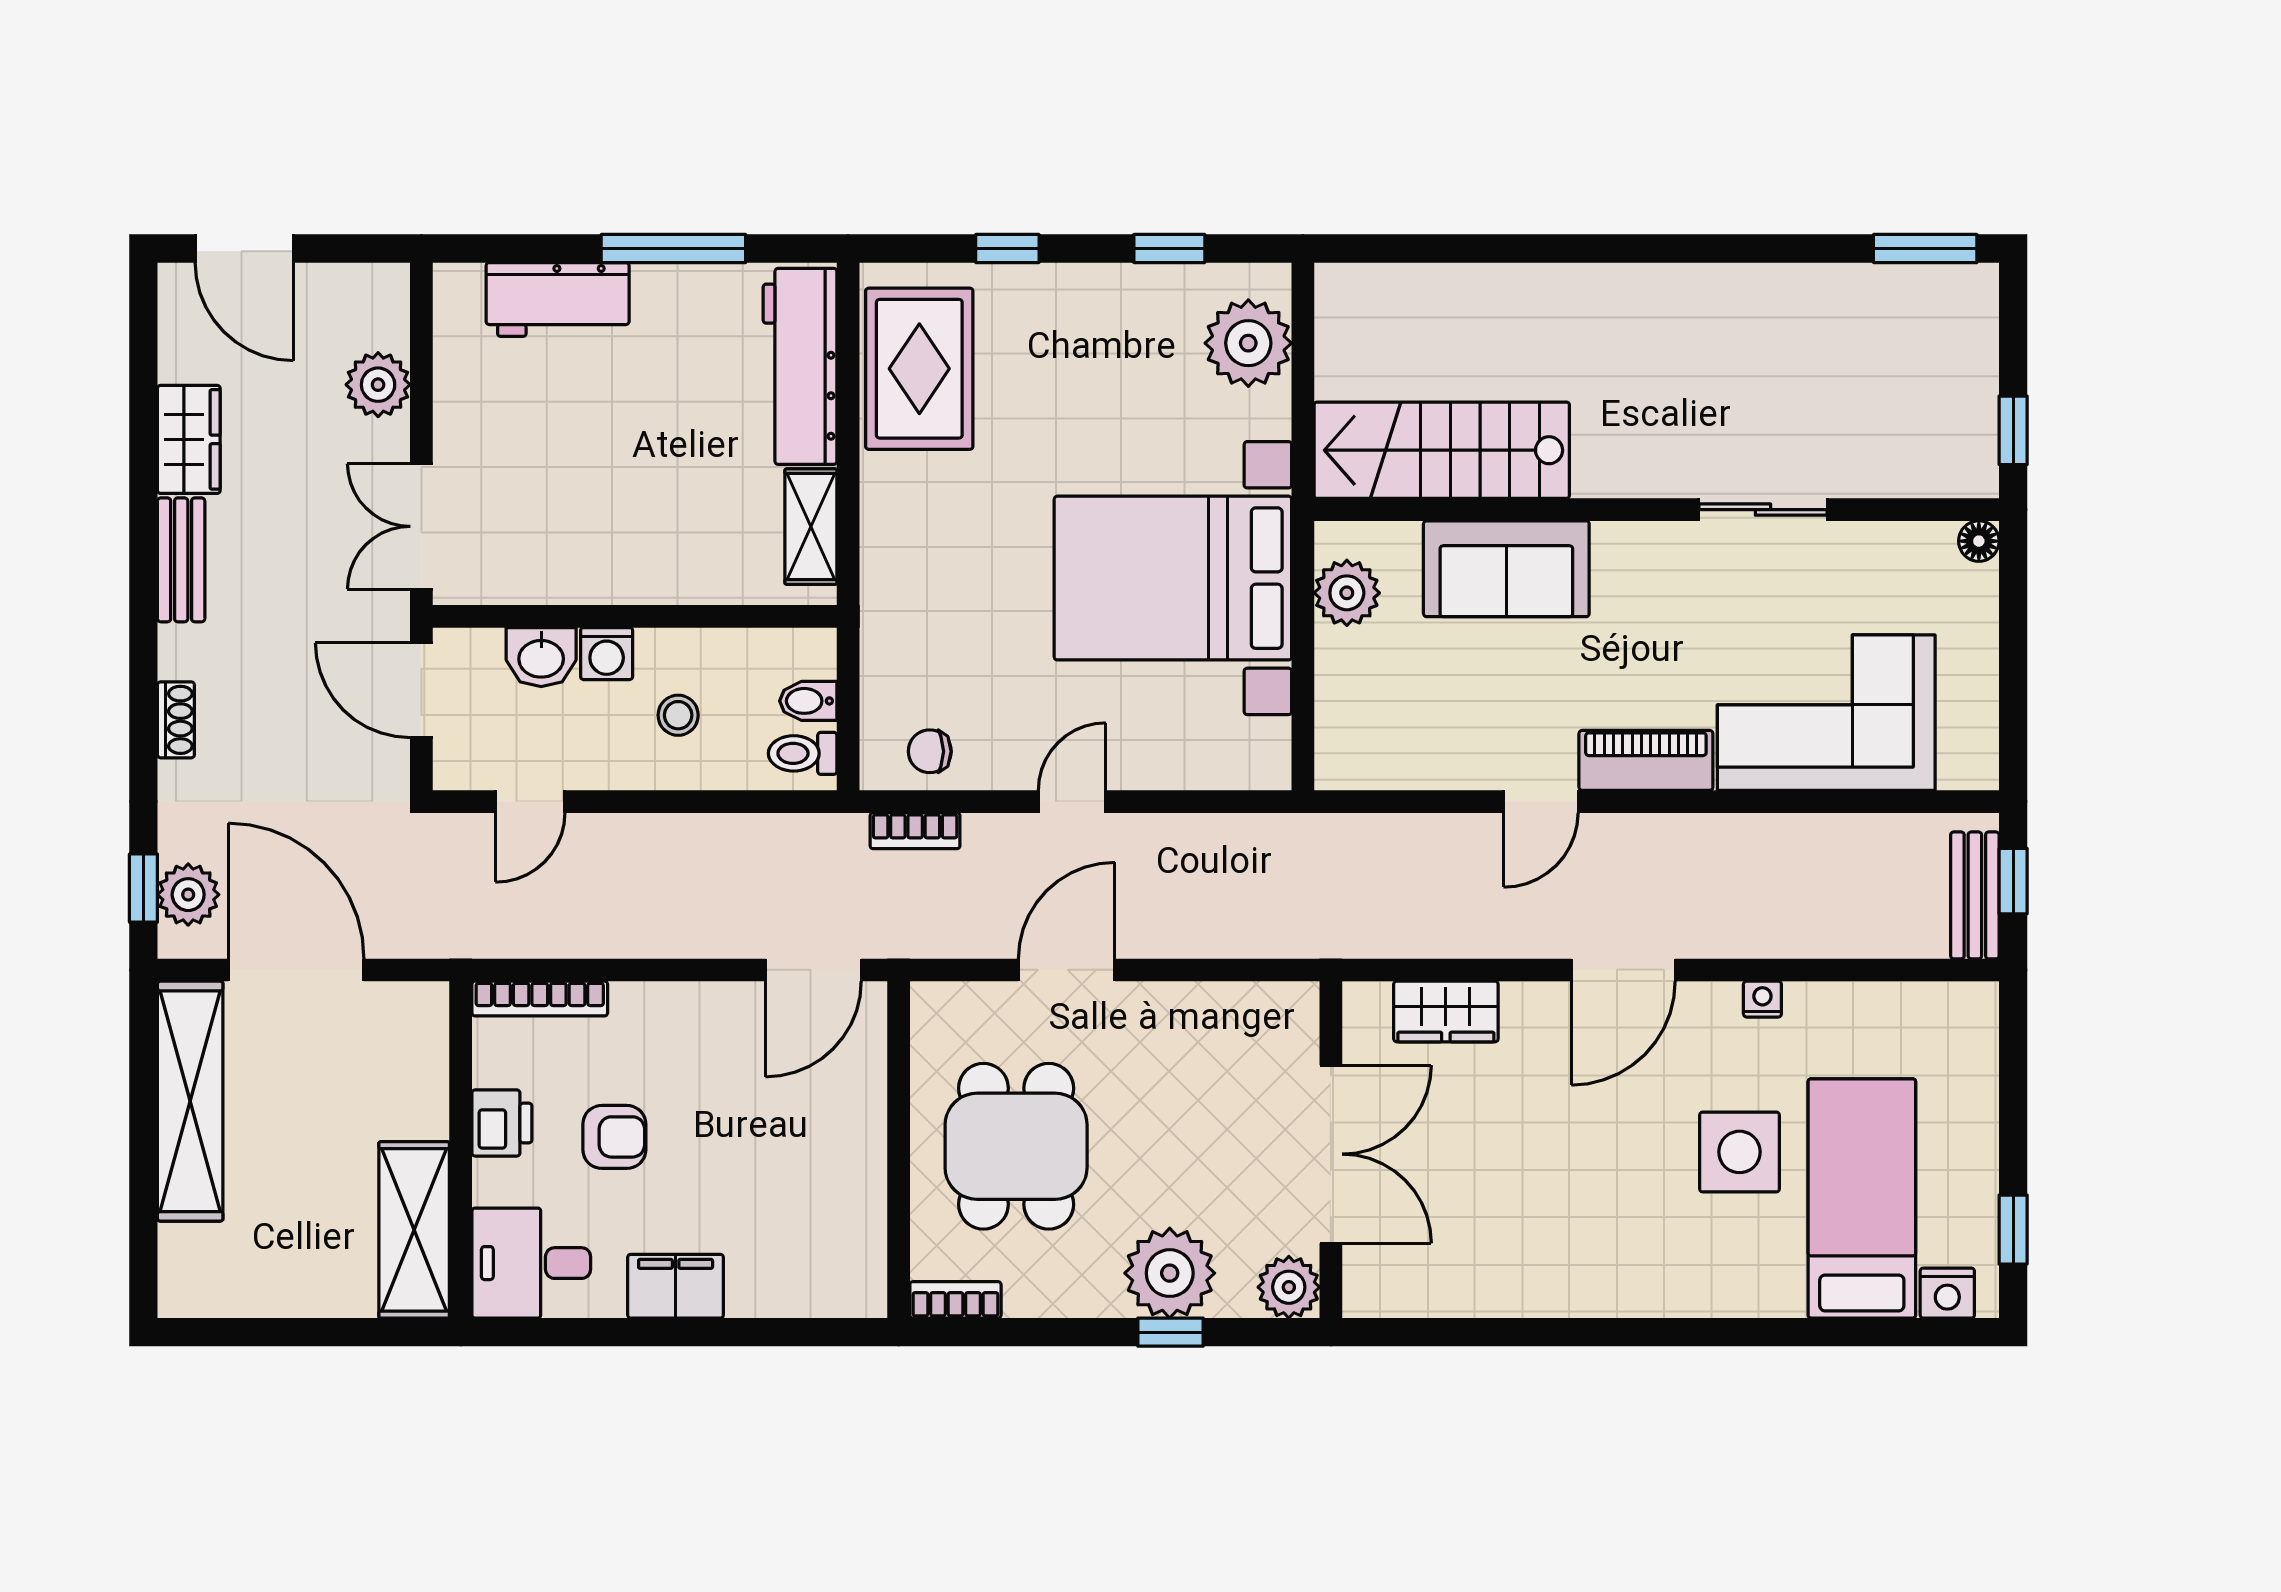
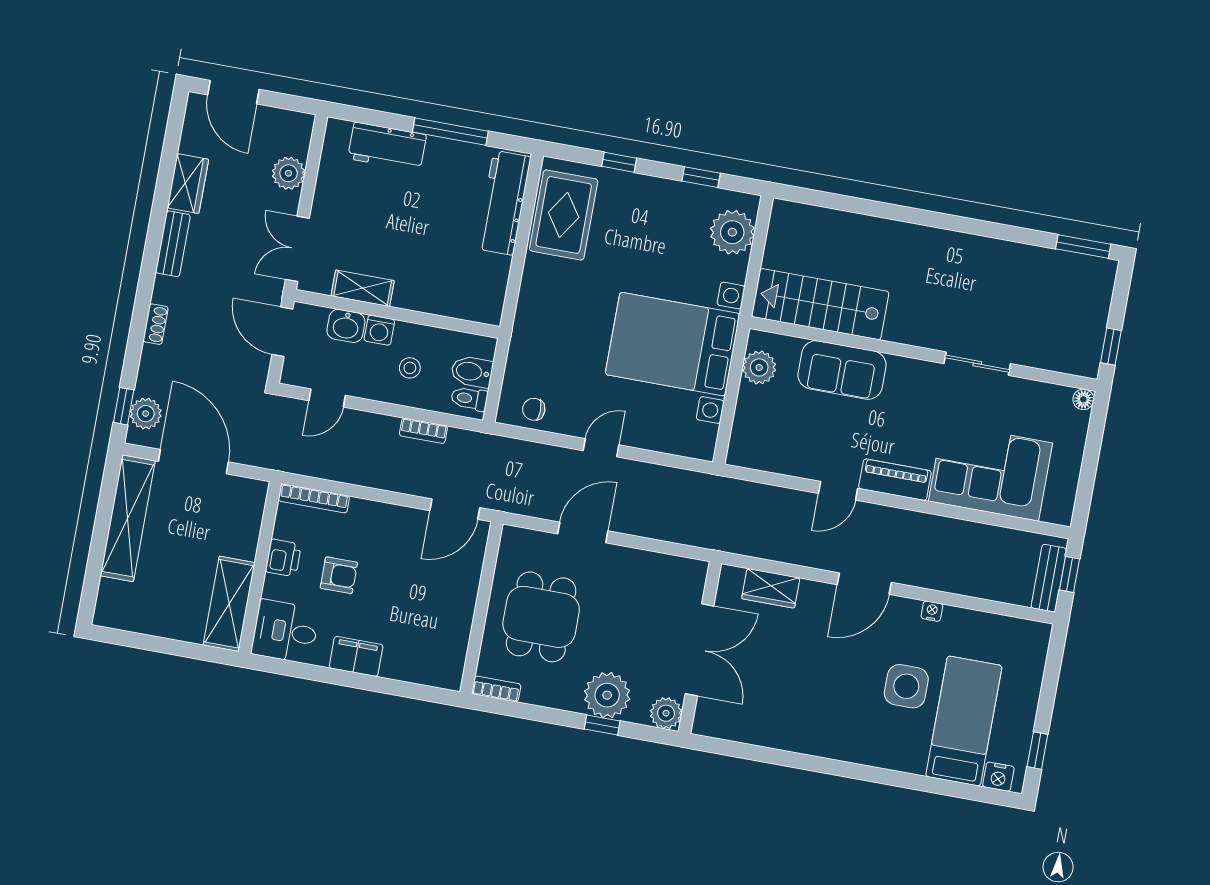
shelving: (811, 527) -> (363, 288), moved, turned 90
bidet: (808, 701) -> (472, 372), width x1.38, depth x1.36
bookcase: (915, 831) -> (423, 431), moved

